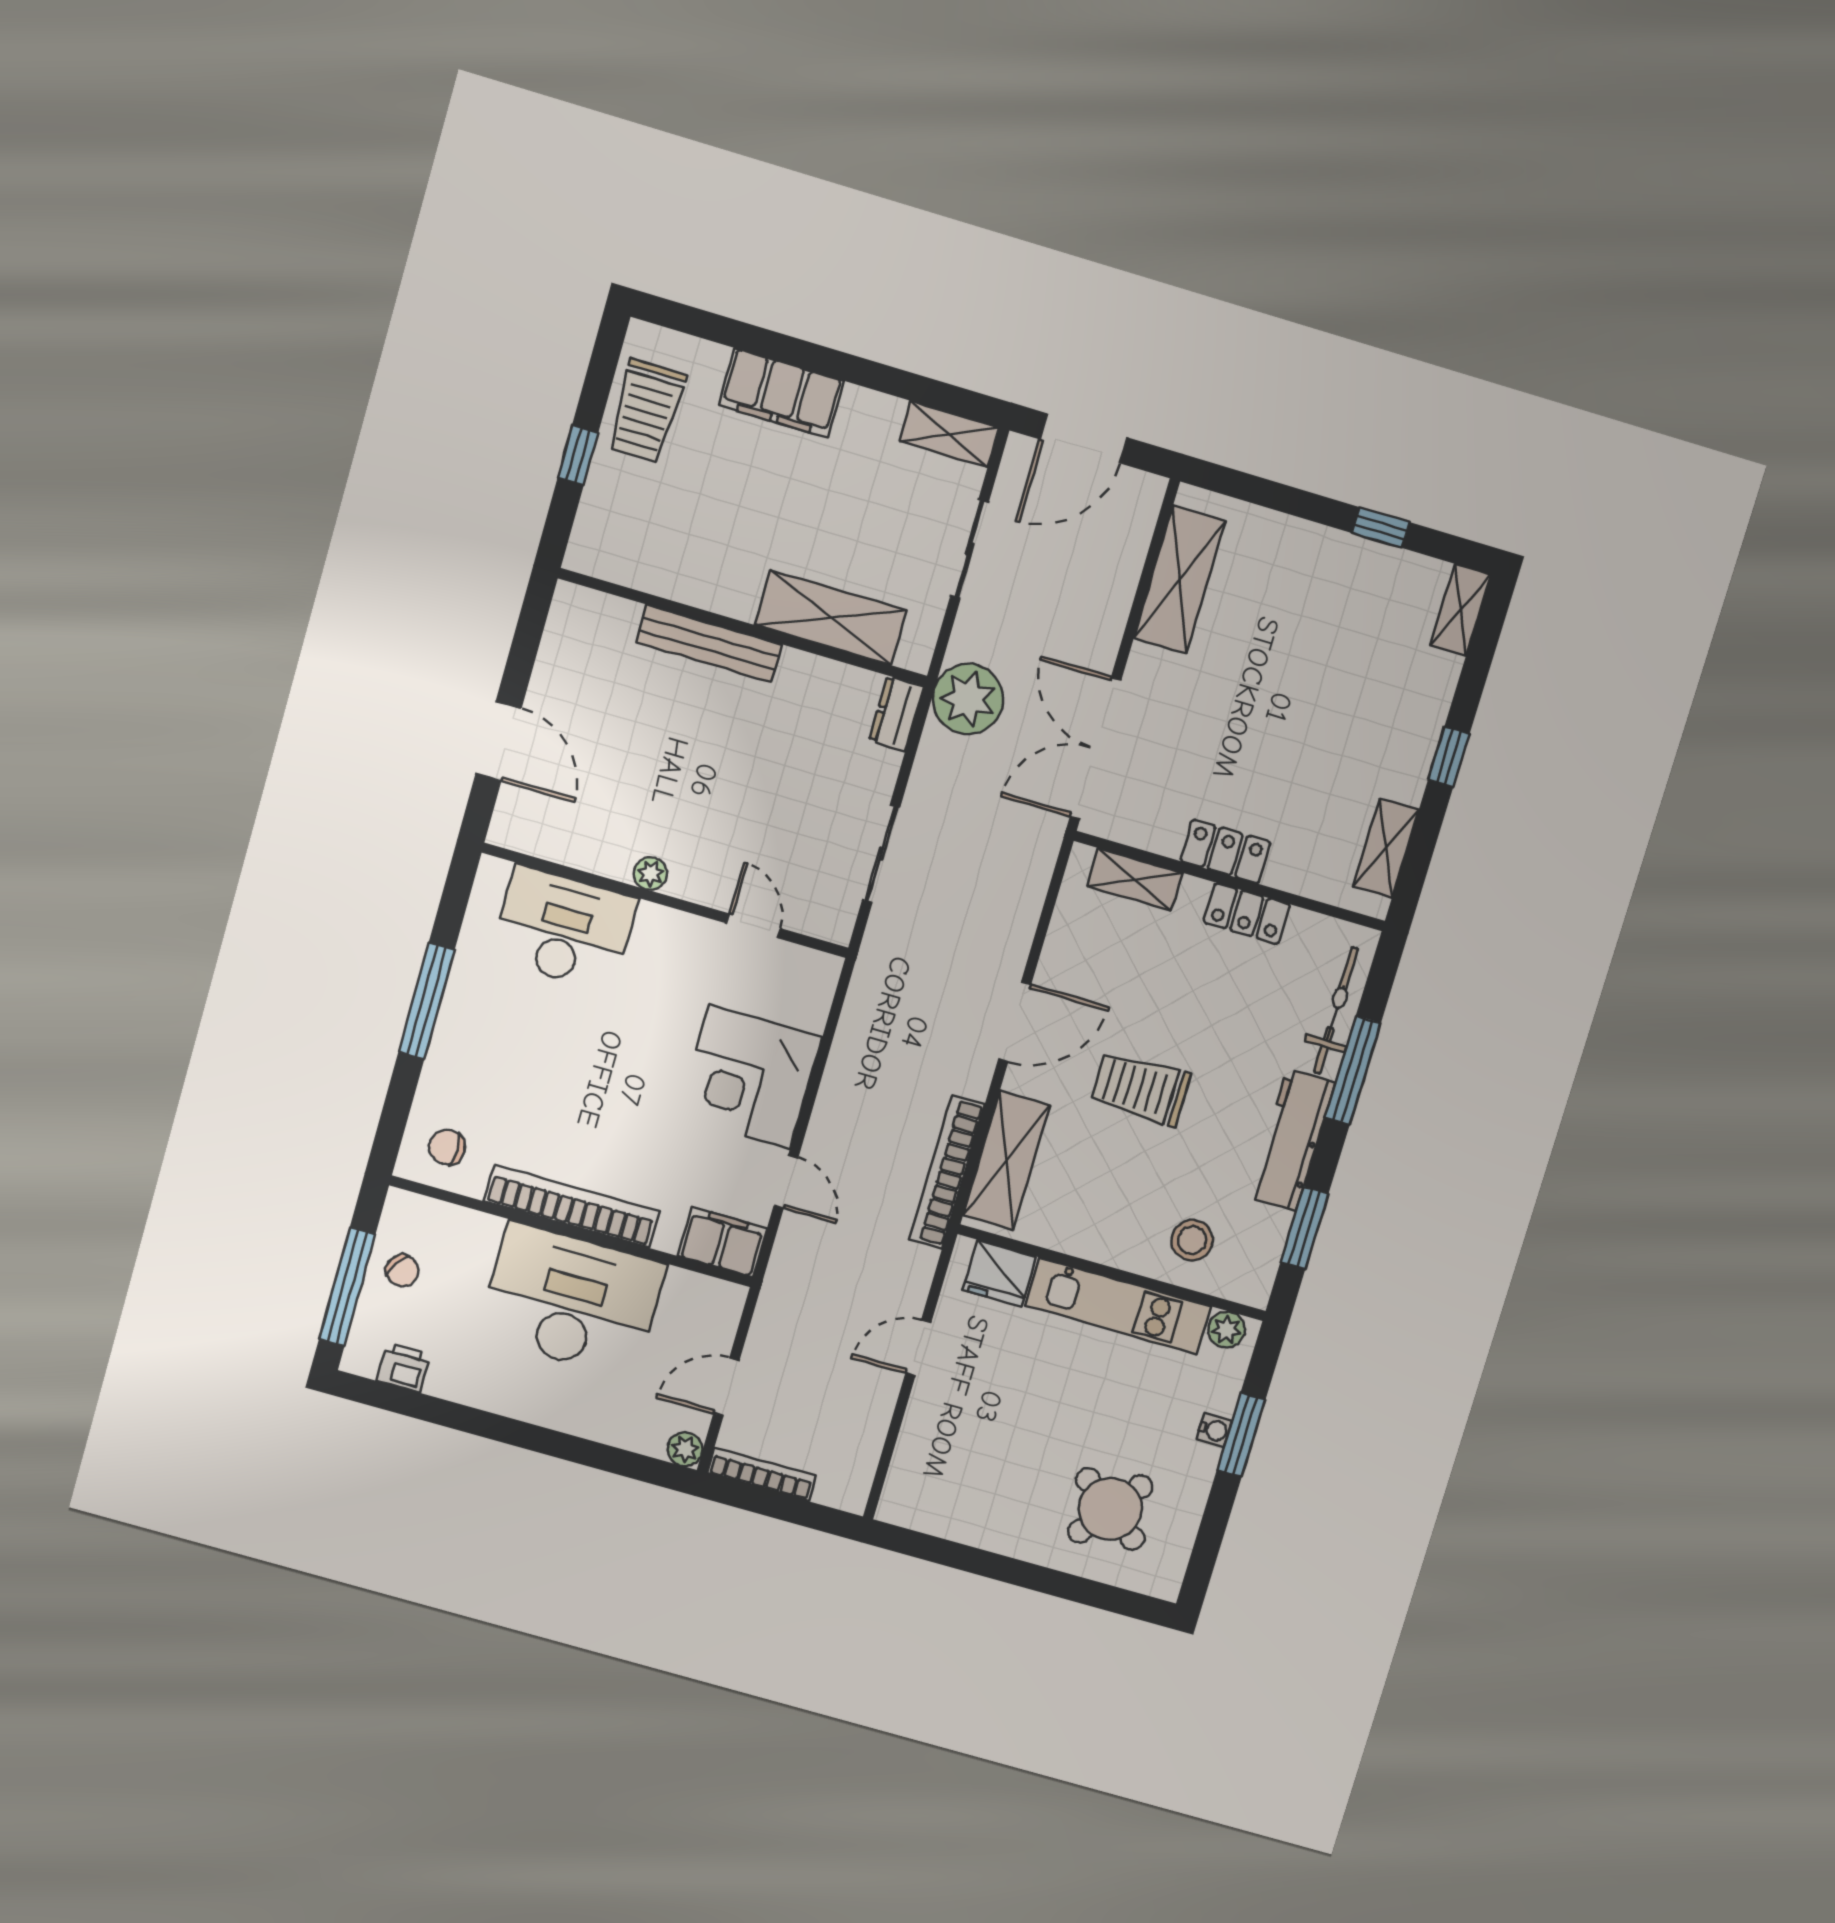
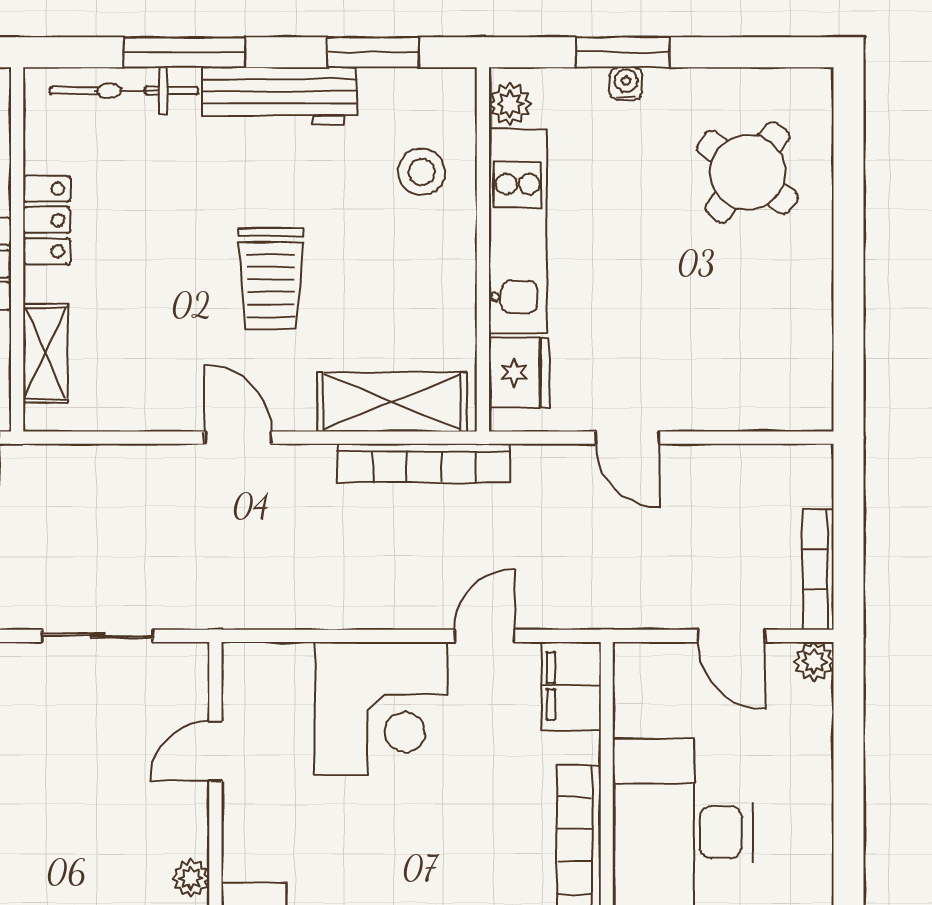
door: (1015, 1022) -> (238, 438), width x0.73

